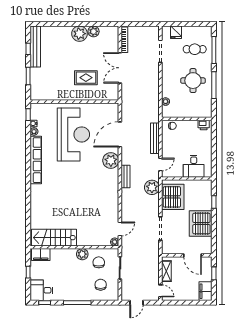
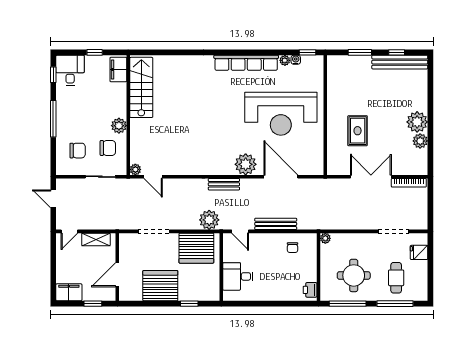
wall: (187, 119) -> (318, 267), moved
printer: (204, 125) -> (310, 290), moved

